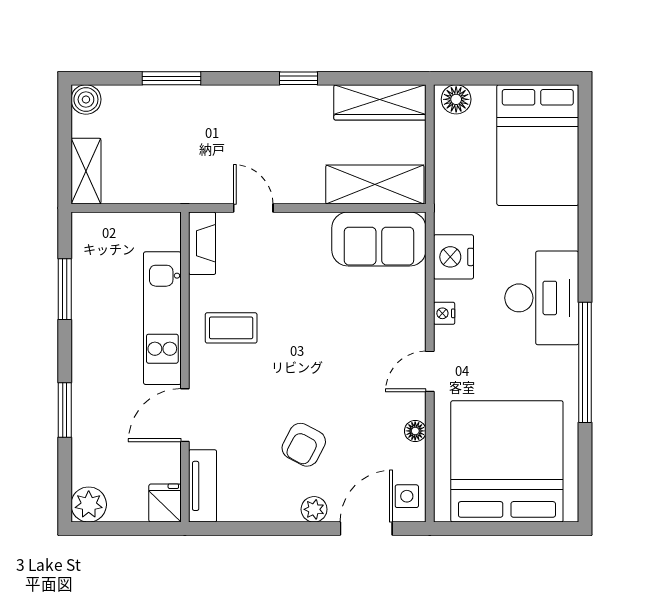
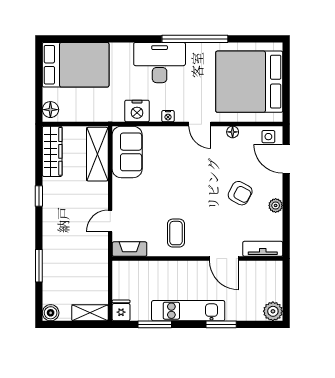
kitchen unit: (162, 318) -> (188, 311), moved, turned 180
fridge: (165, 503) -> (121, 310), moved, turned 90
plant: (314, 509) -> (276, 205), moved

